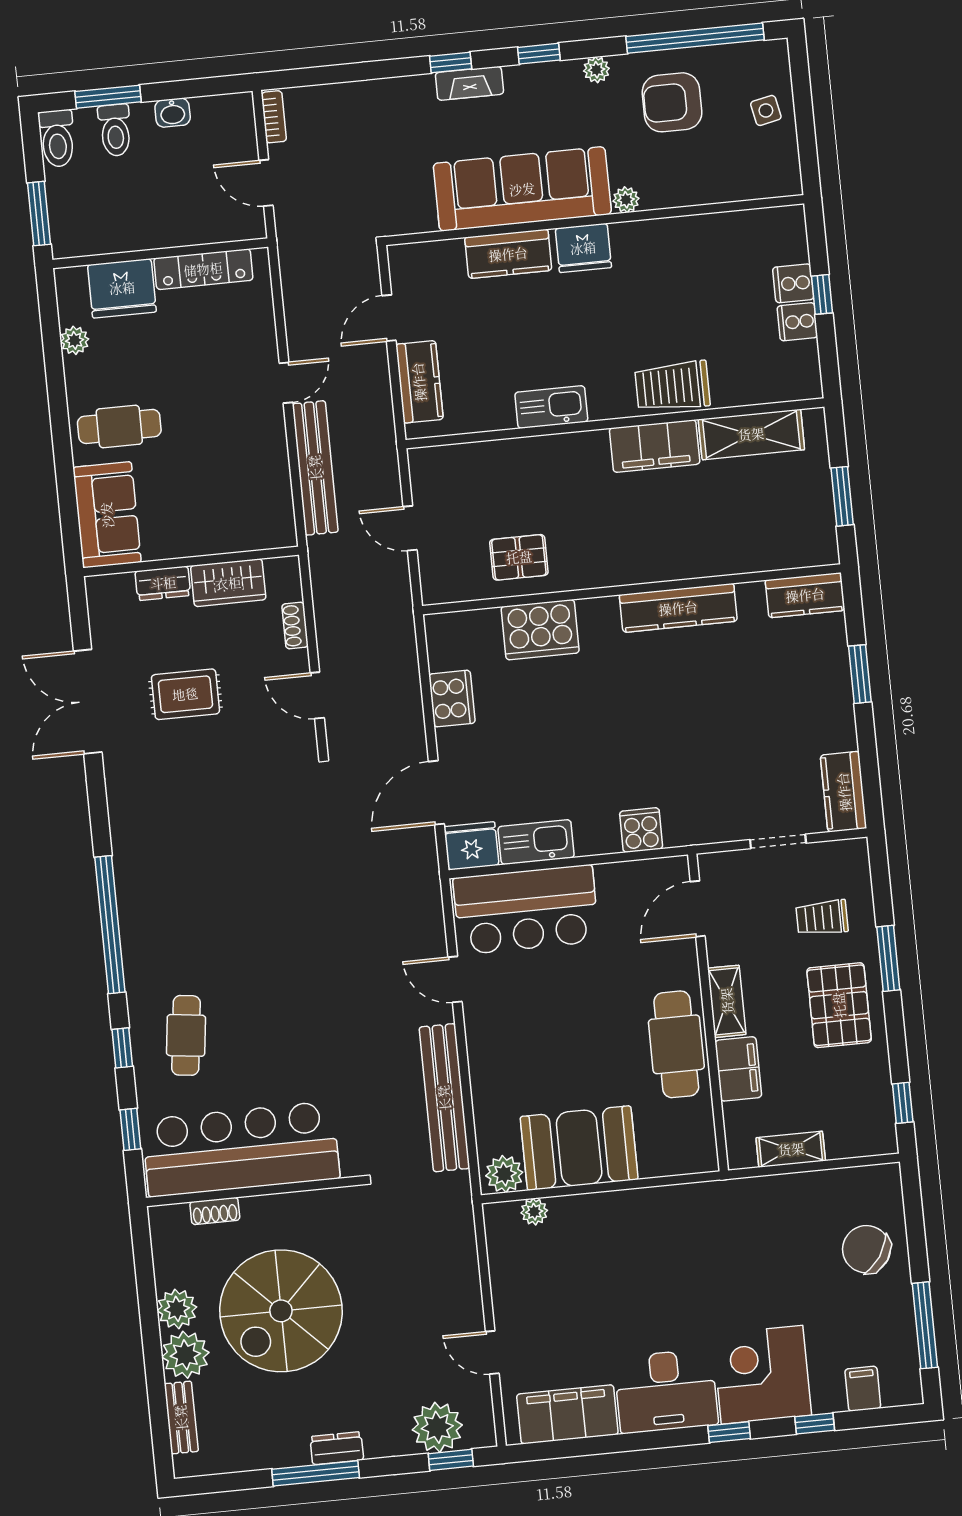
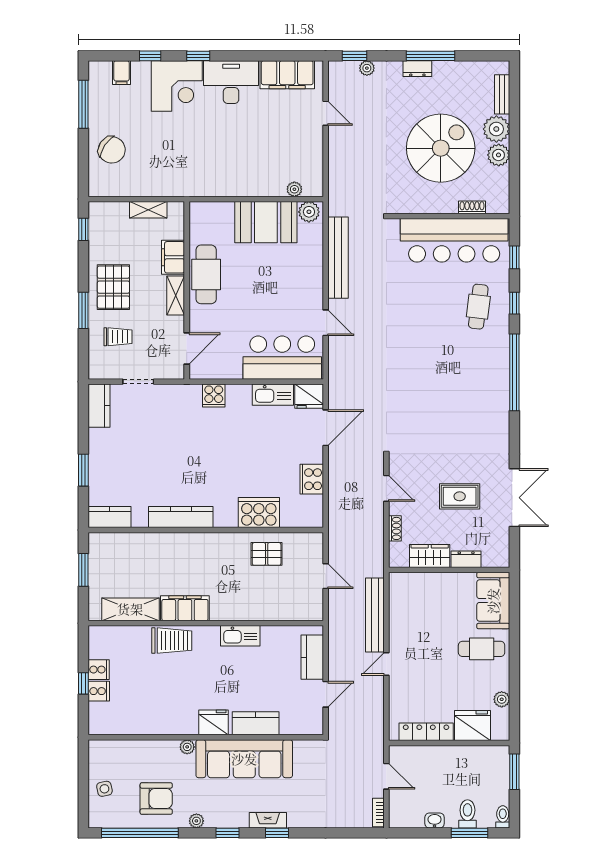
toilet: (57, 138) -> (503, 817), width x0.73, depth x0.72
plant: (437, 1427) -> (367, 68), width x0.53, depth x0.53

